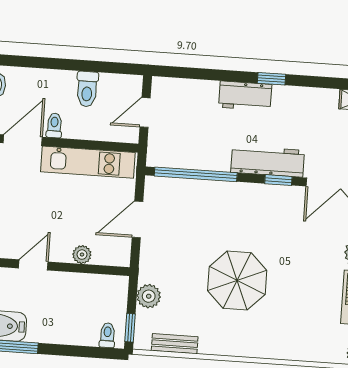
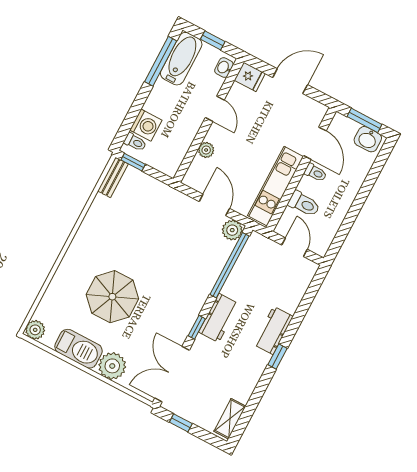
toilet: (87, 89) -> (304, 204), moved, turned 180
workbench: (268, 161) -> (219, 318), width x0.73
parasol: (237, 280) -> (112, 297), moved
plant: (149, 296) -> (232, 230), moved
washing machine: (84, 332) -> (146, 125), added
bench: (175, 344) -> (113, 177), moved

